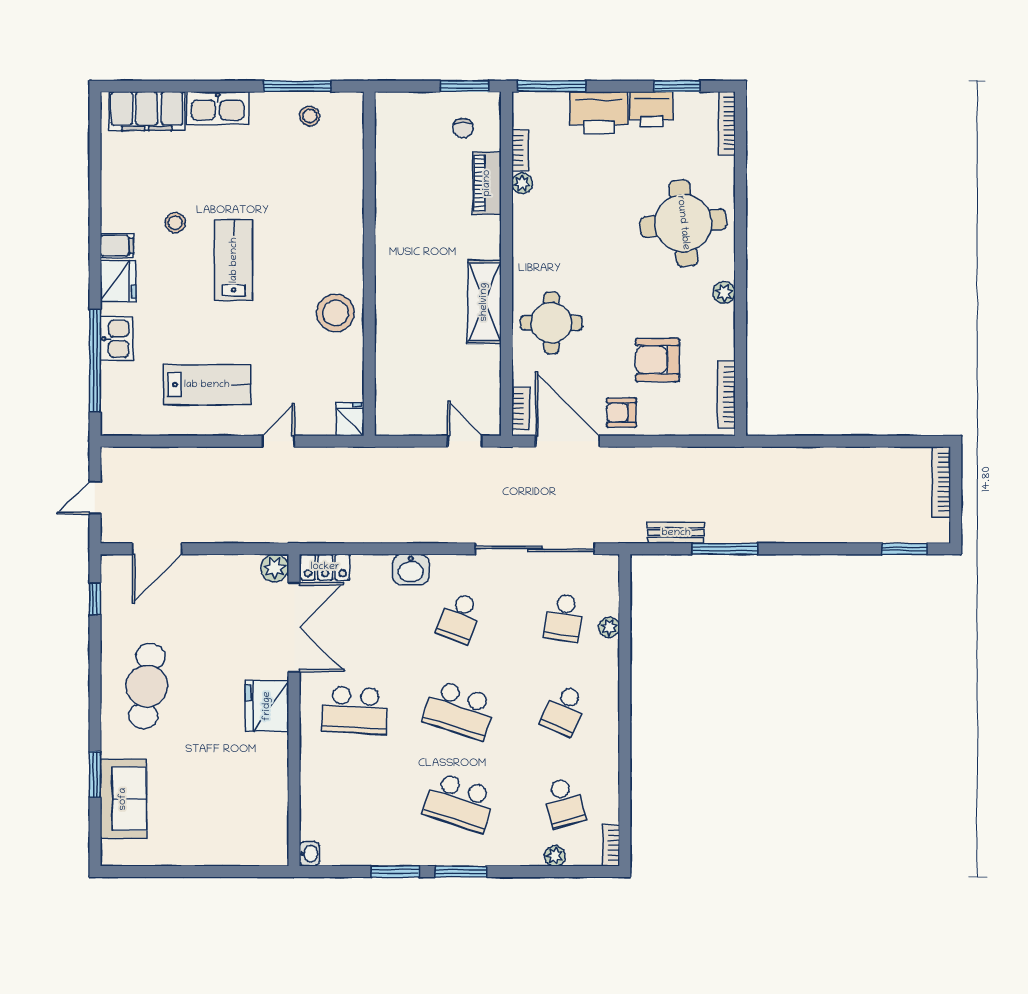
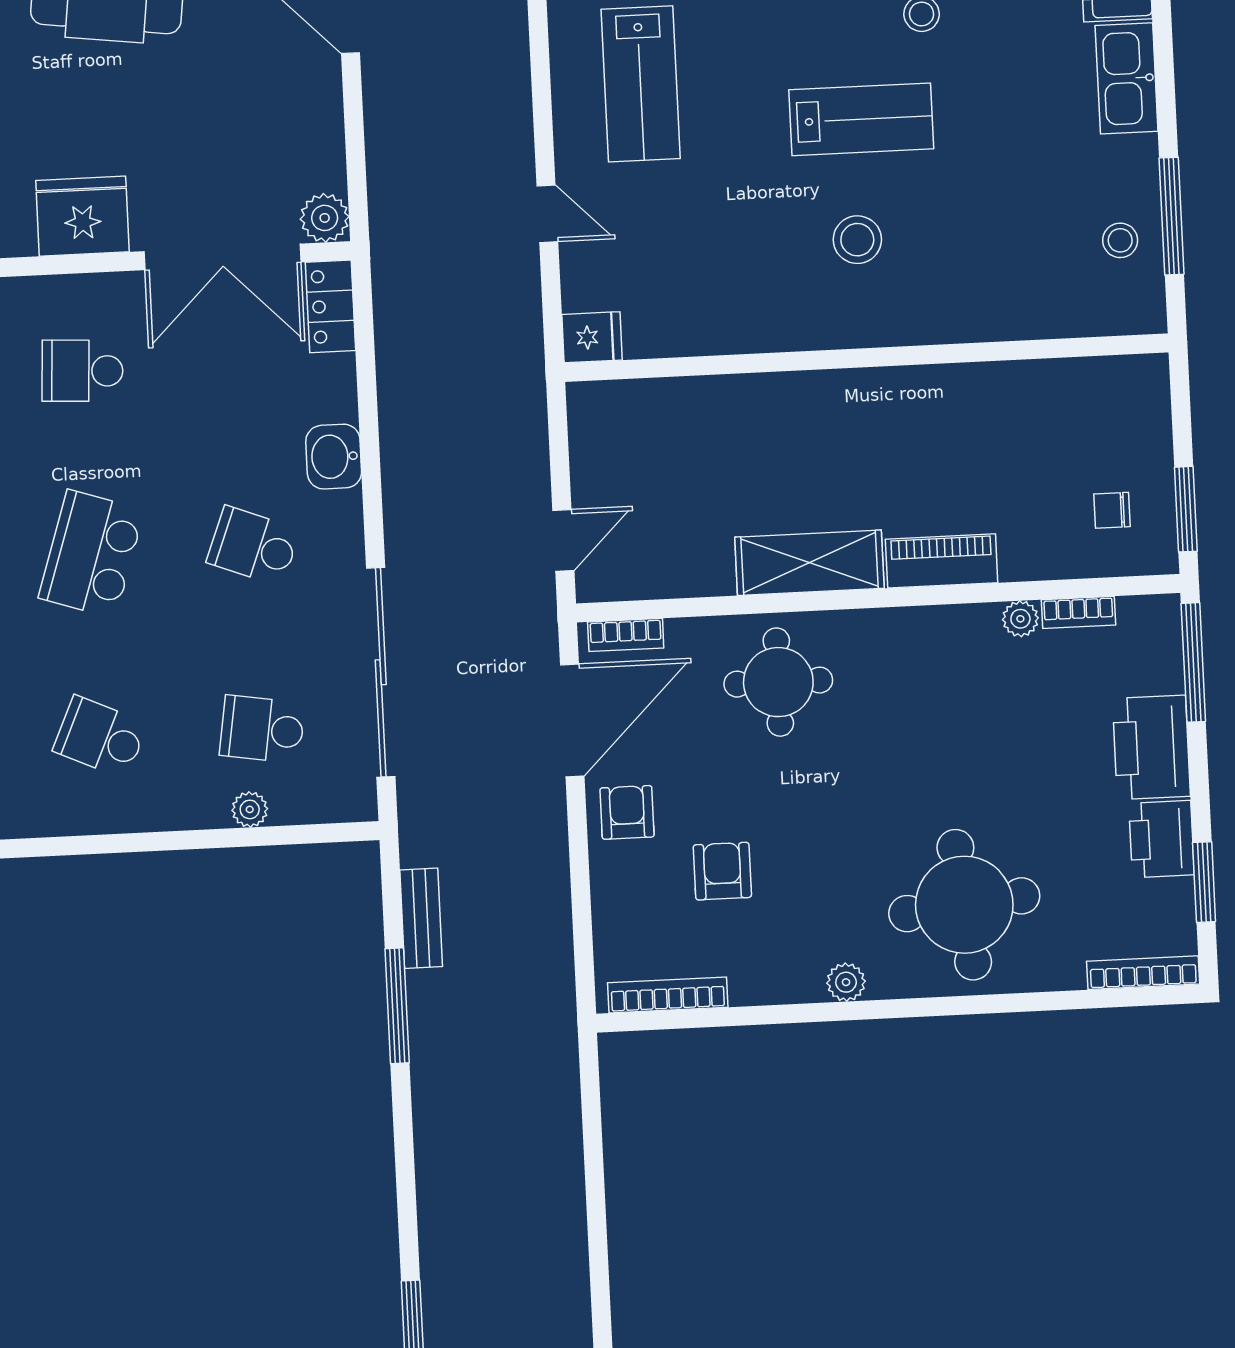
piano: (487, 183) -> (942, 561), moved
stool: (336, 313) -> (857, 240), moved, width x0.73, depth x0.73
armchair: (657, 360) -> (722, 871), width x0.72, depth x0.72
school desk: (355, 710) -> (82, 371), width x0.54

